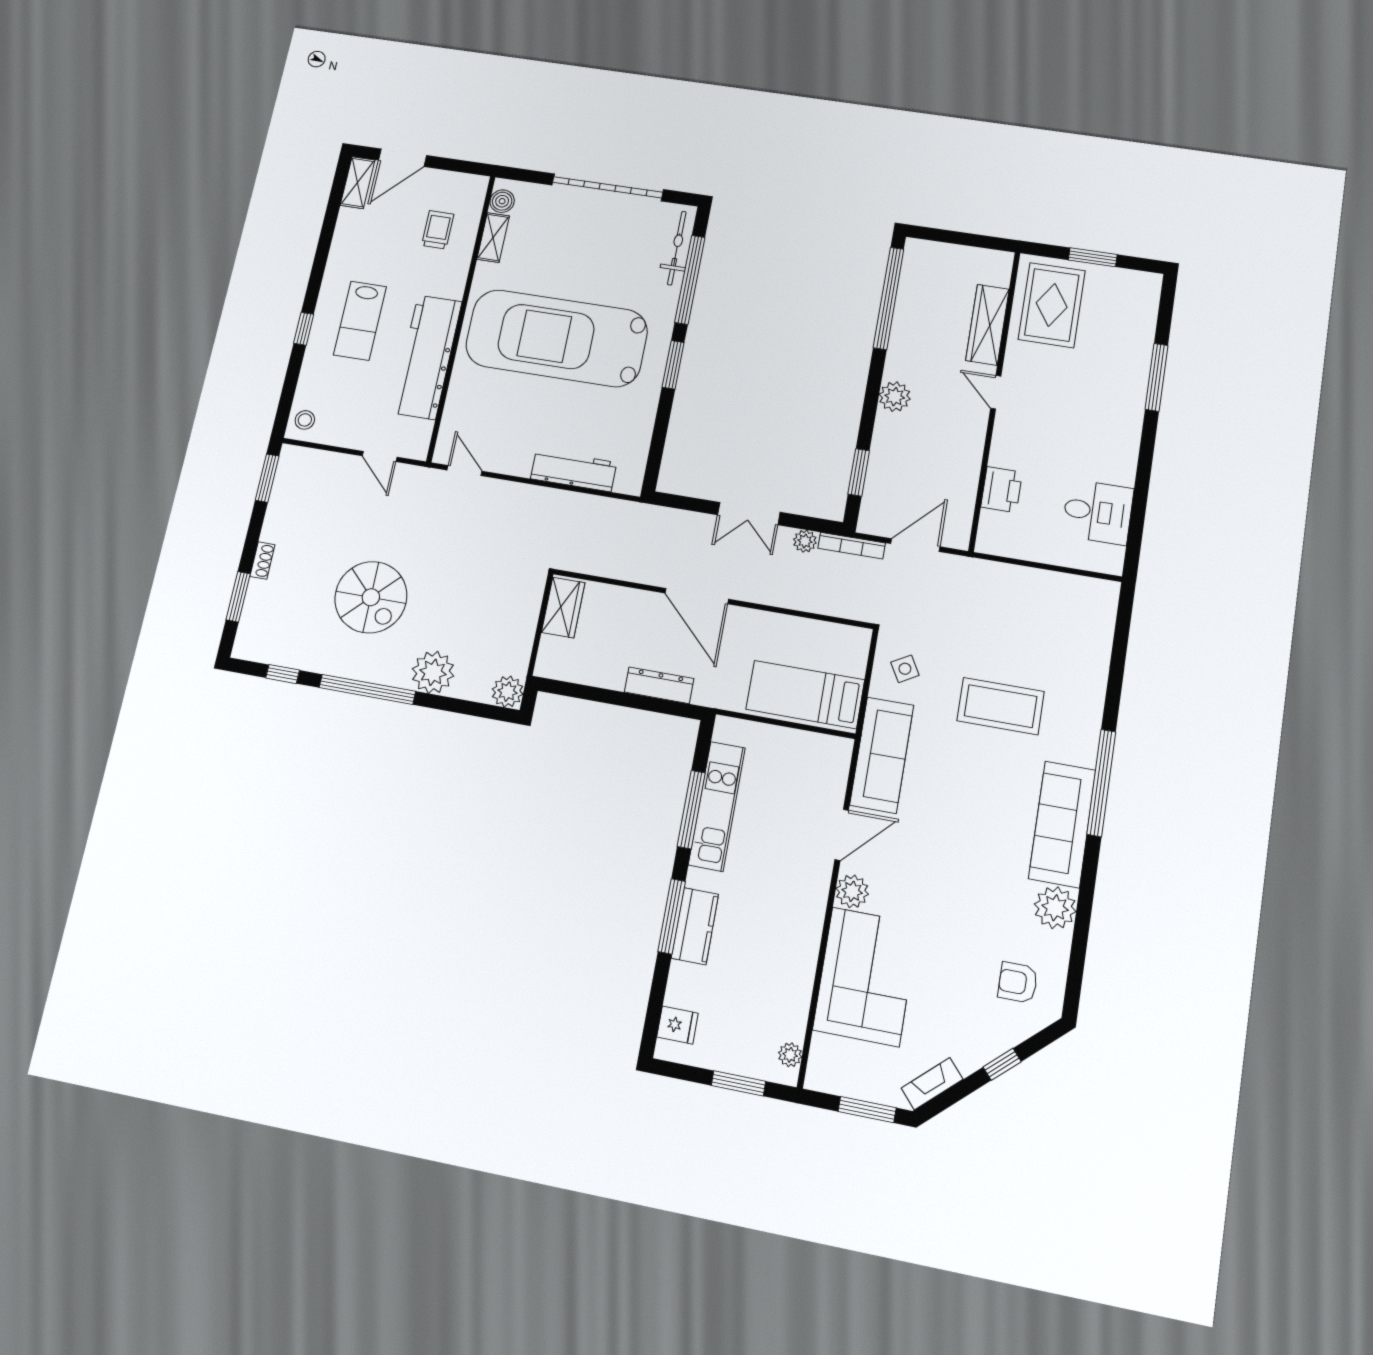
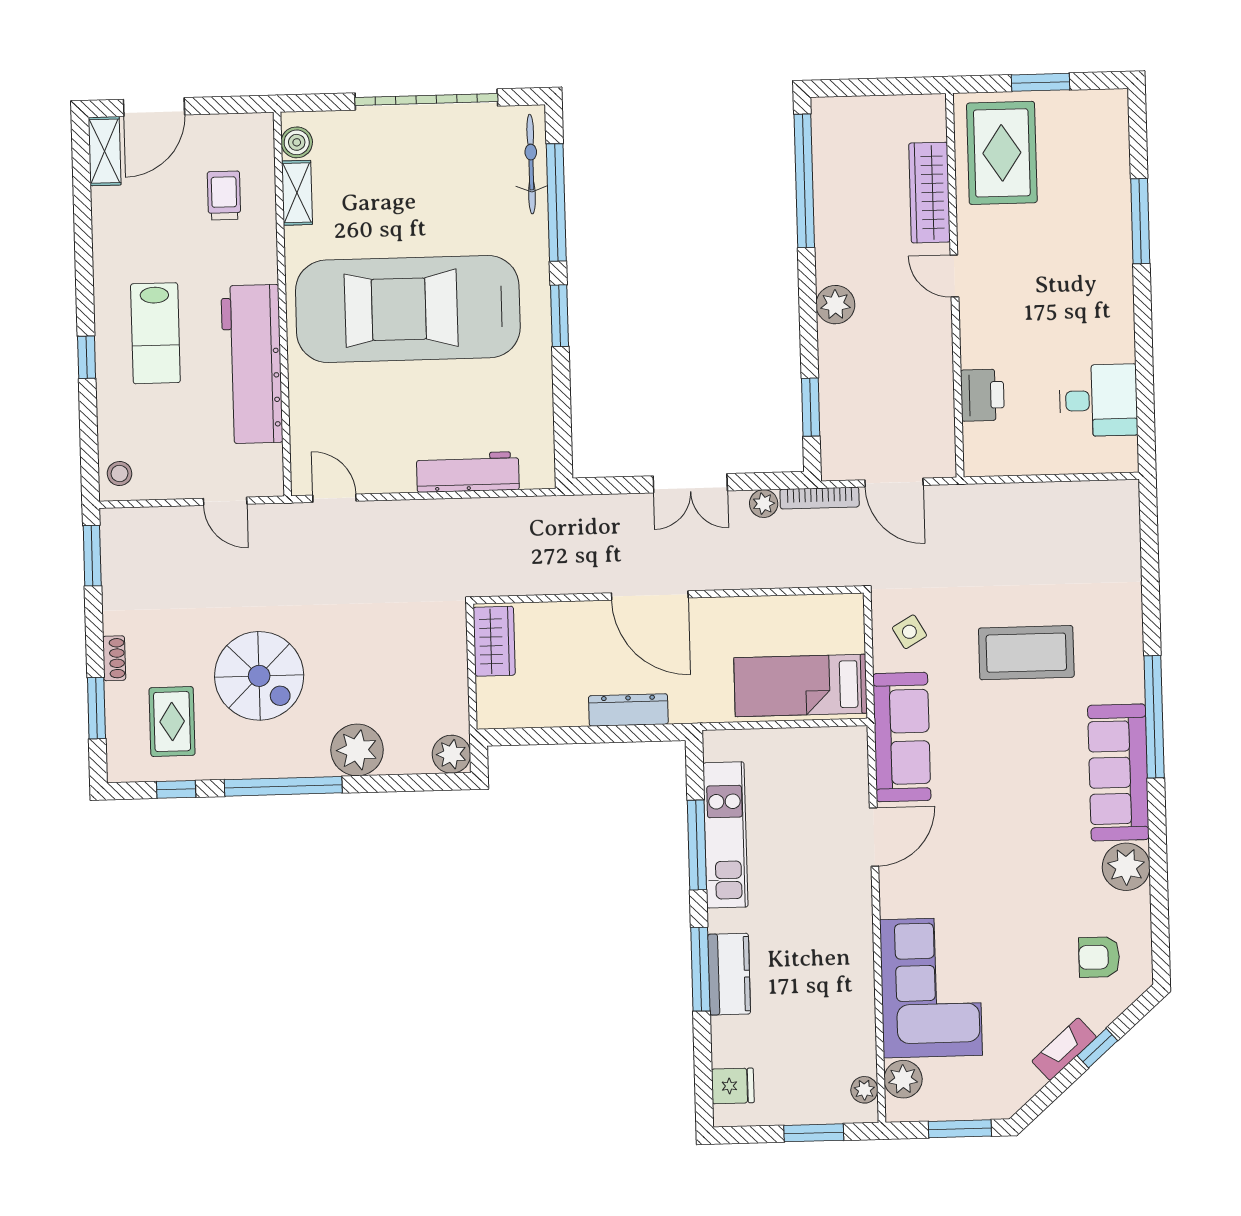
door: (915, 545) -> (894, 483), swing flipped
rug: (294, 619) -> (172, 722), added
plant: (852, 891) -> (903, 1079), moved
fireplace: (932, 1084) -> (1064, 1049), moved

